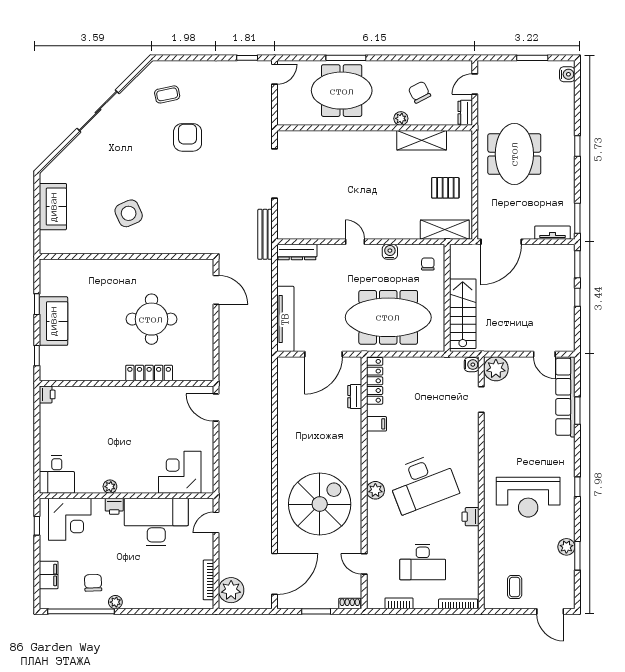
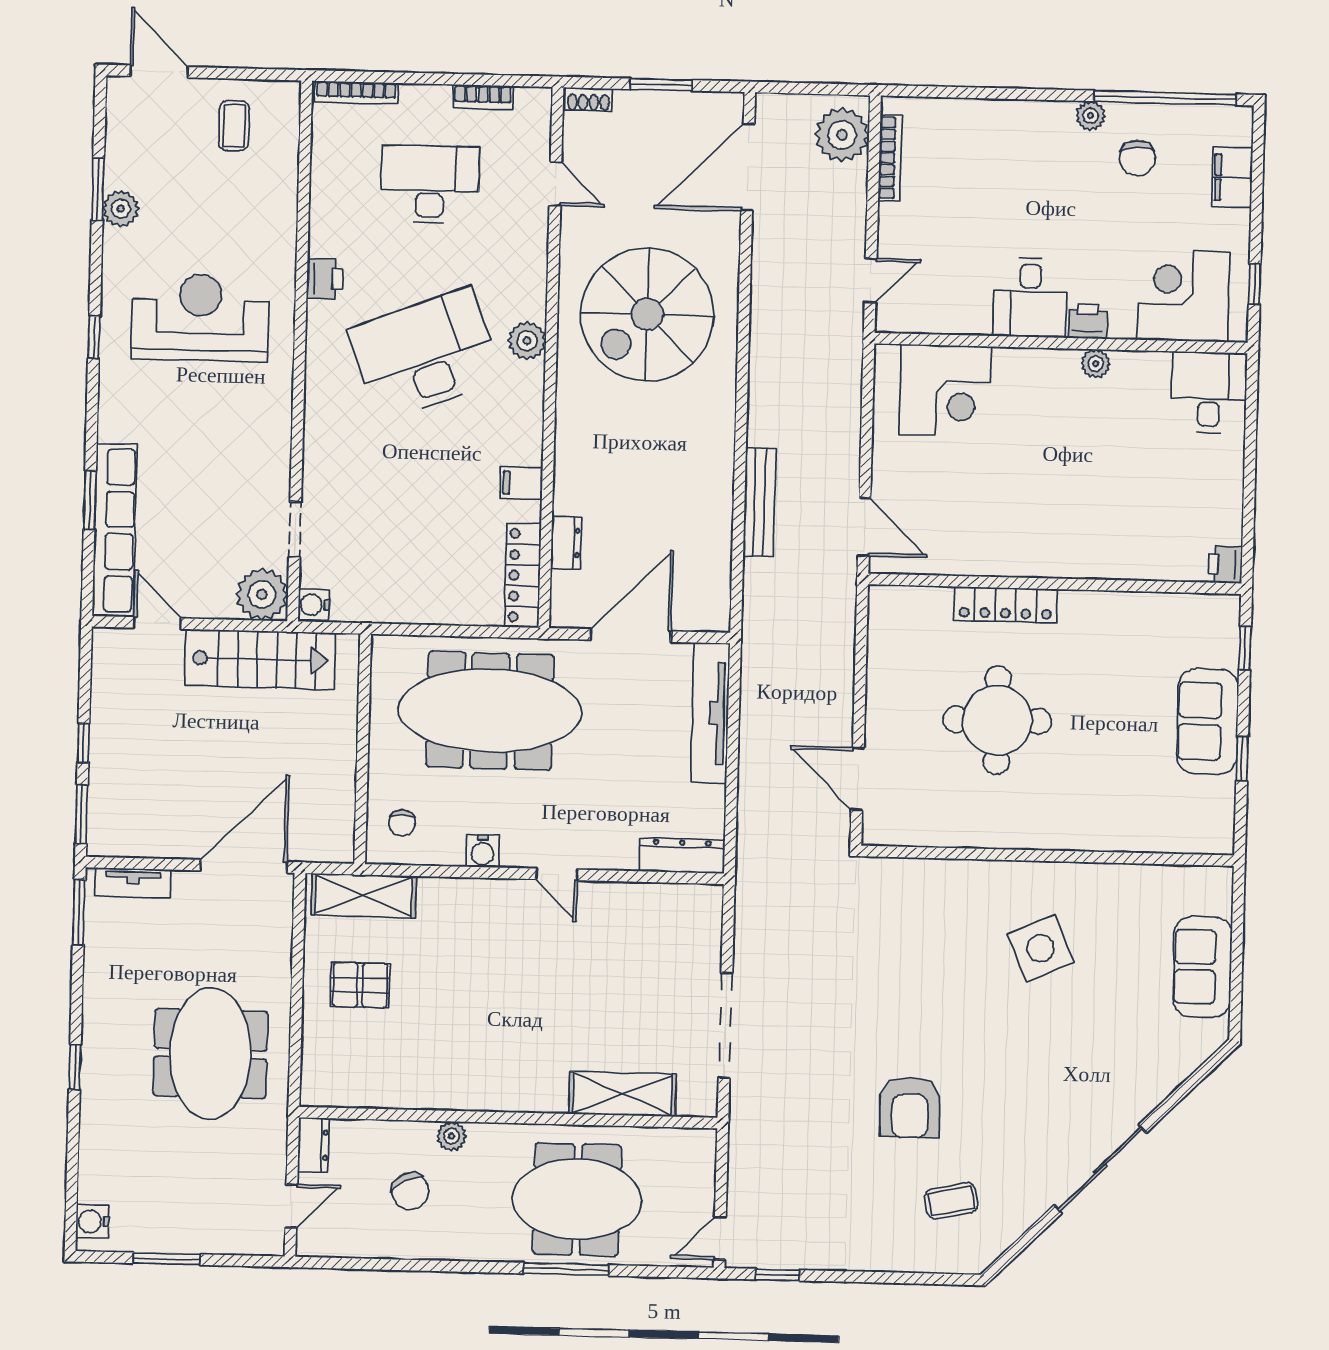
shelving: (422, 140) -> (622, 1094), moved
bench: (265, 234) -> (759, 502), moved
stairs: (463, 314) -> (260, 659), moved, turned -90
desk: (156, 522) -> (1030, 298), width x0.53, depth x0.77

